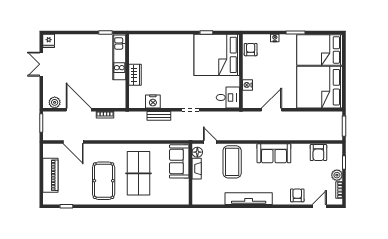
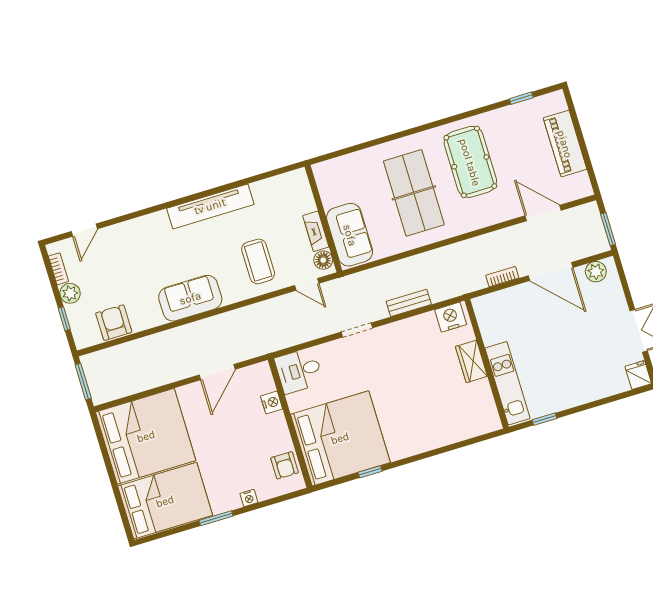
nightstand: (153, 102) -> (451, 317), moved
coffee table: (232, 162) -> (258, 261), width x0.73, depth x0.76
armchair: (297, 195) -> (128, 238), removed

